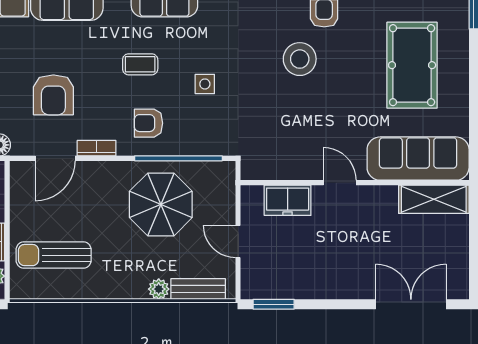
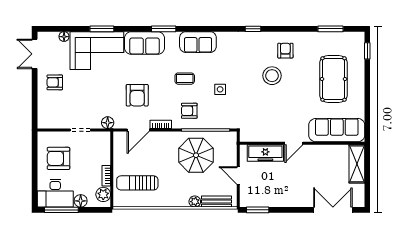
door: (340, 183) -> (294, 143), swing flipped
shelving: (434, 199) -> (357, 164), moved, turned 90
freezer: (288, 200) -> (265, 153), width x1.40

